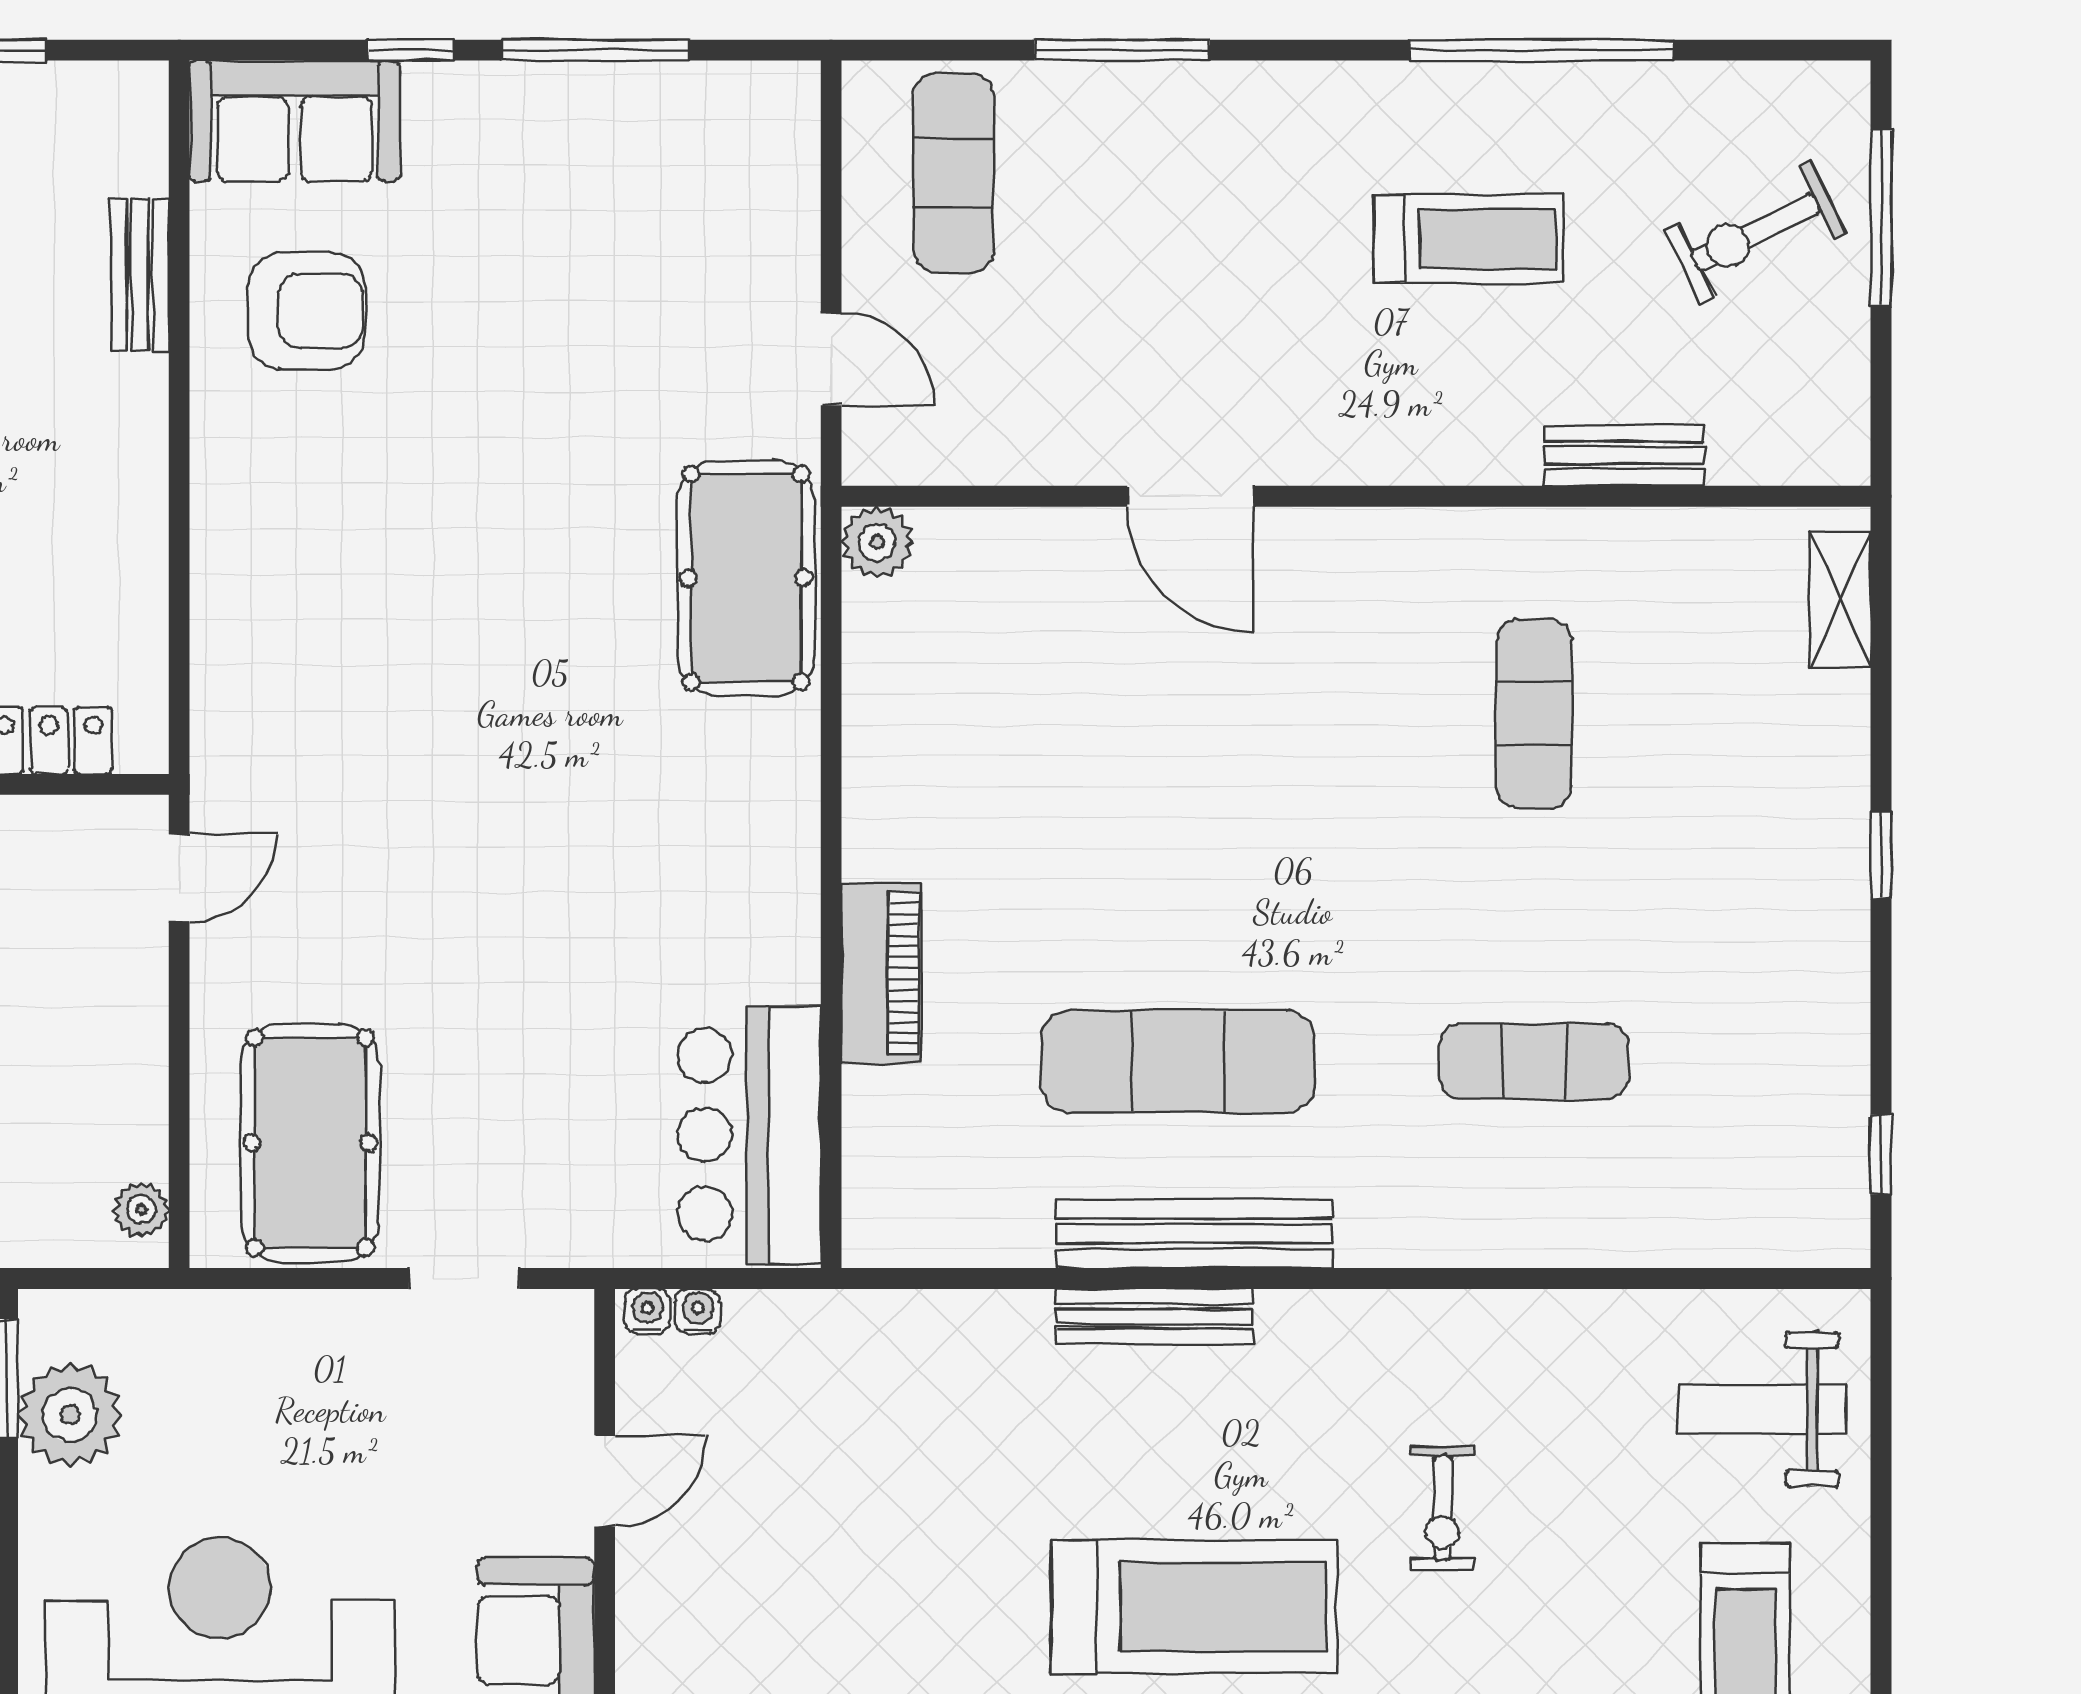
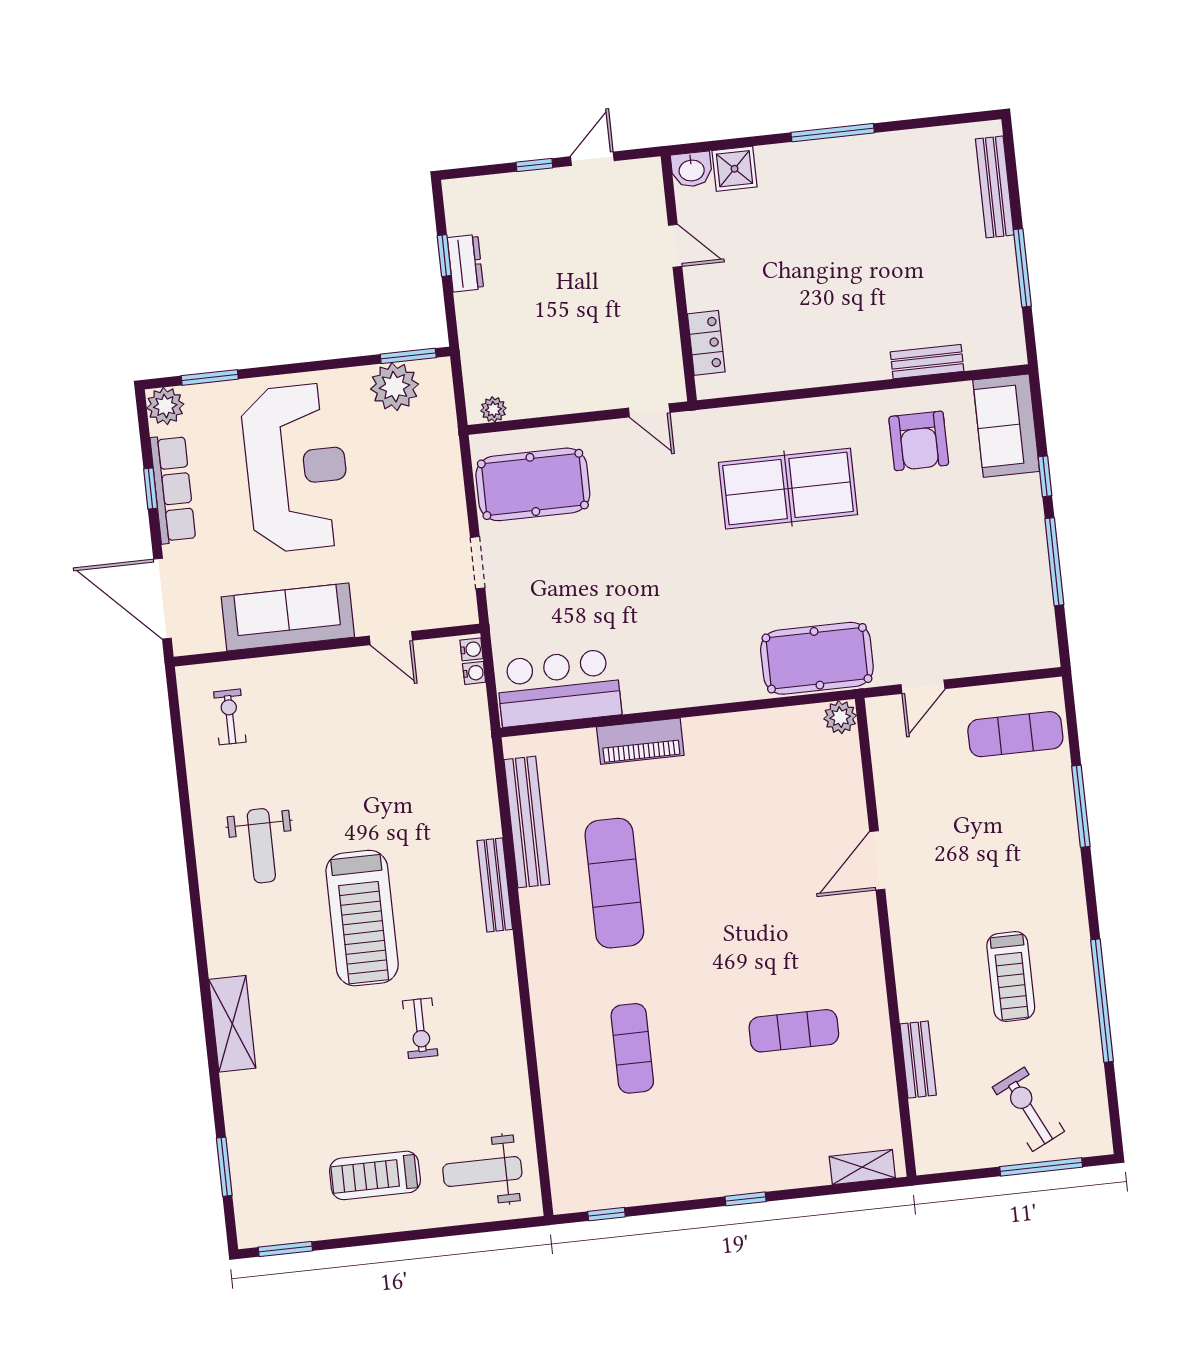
table tennis table: (378, 600) -> (788, 489), added
bench: (1194, 1234) -> (527, 822), moved
weight bench: (1762, 1409) -> (482, 1171), turned -90
exercise bike: (1442, 1508) -> (420, 1028), turned -90

